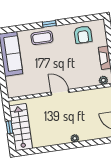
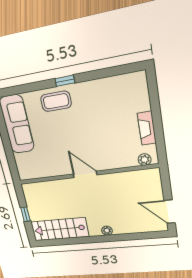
armchair: (83, 35) -> (114, 95), removed
stairs: (21, 127) -> (60, 229), moved, turned -90

